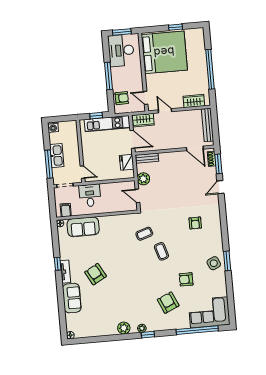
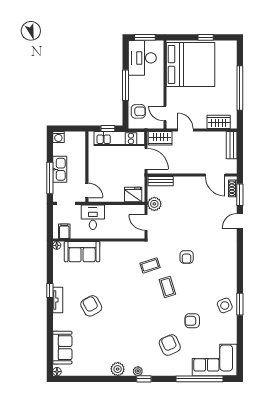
bench: (208, 125) -> (232, 145), width x0.73
fridge: (127, 162) -> (133, 195), moved, turned 90
armchair: (195, 223) -> (187, 257), moved
sofa: (72, 298) -> (62, 348), moved

